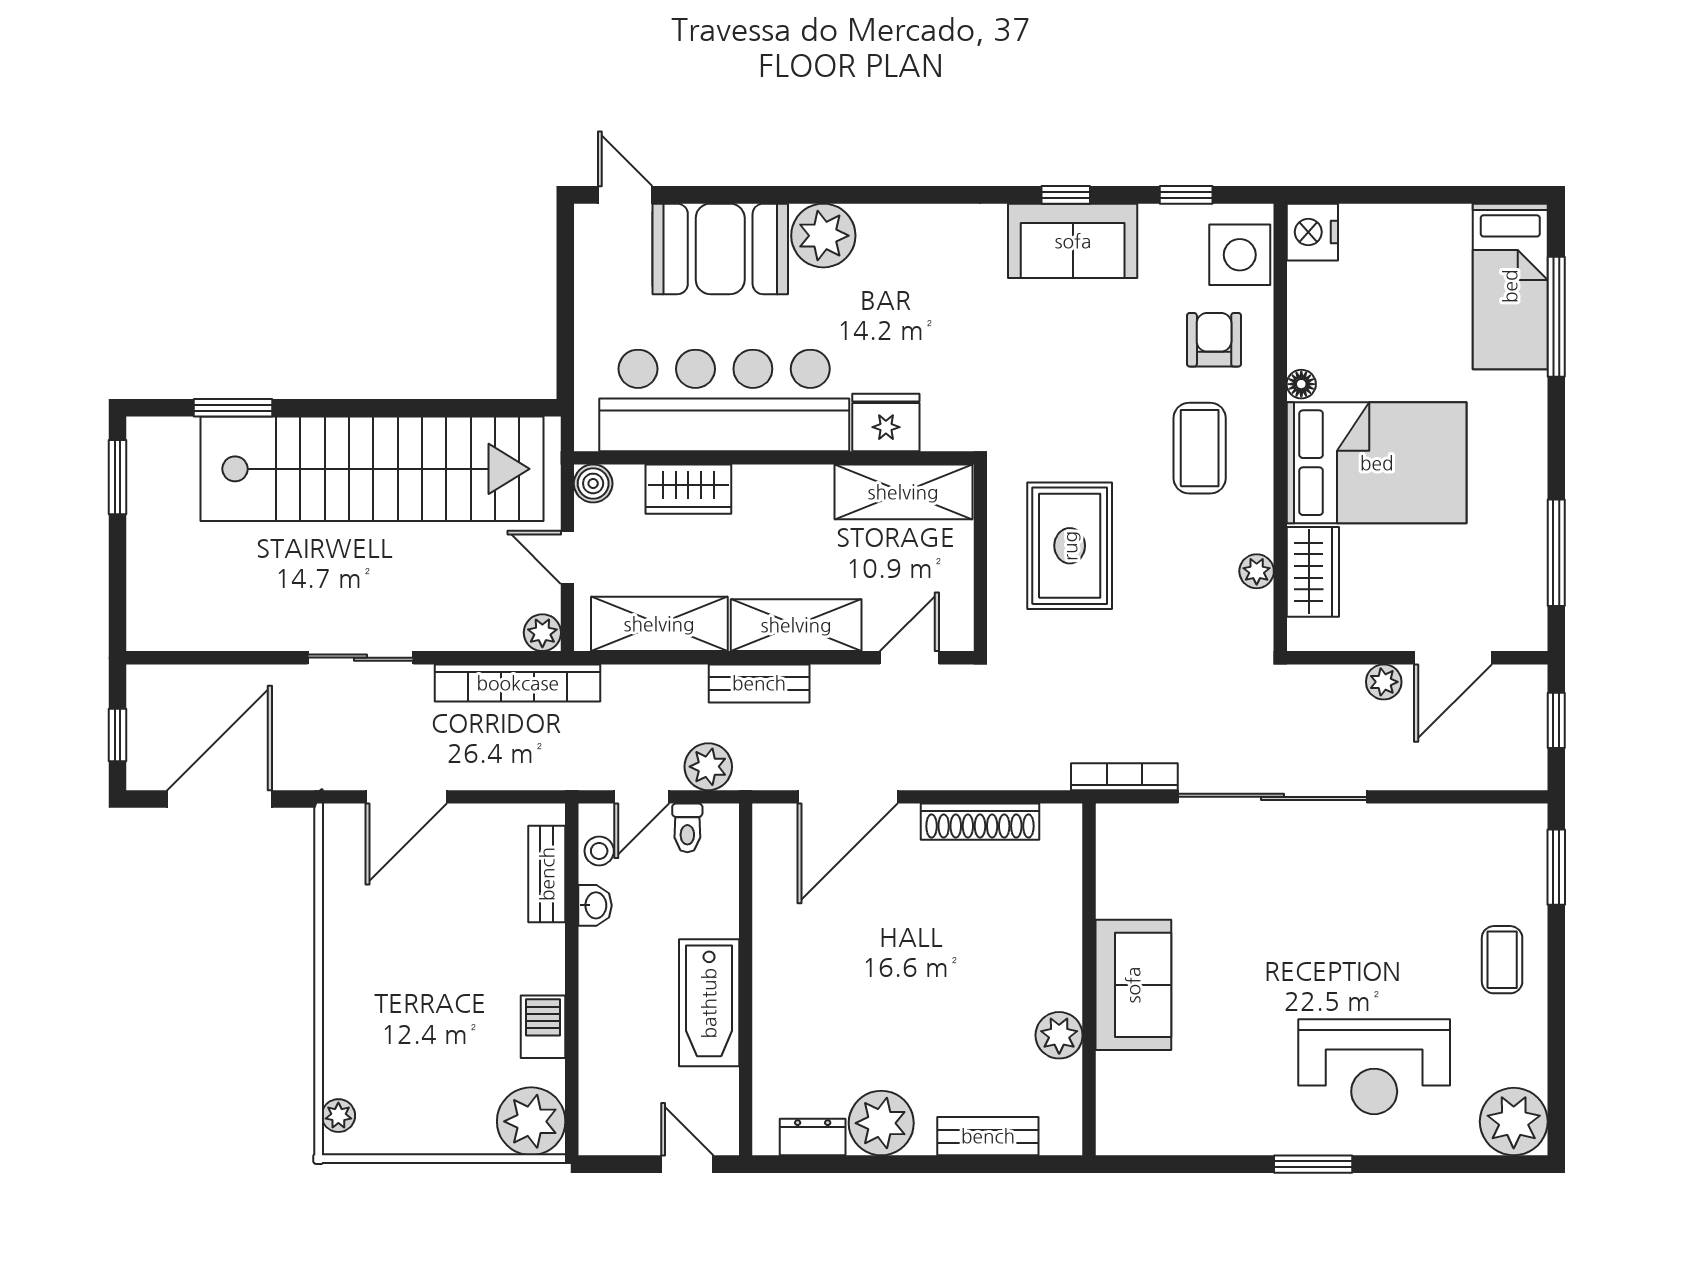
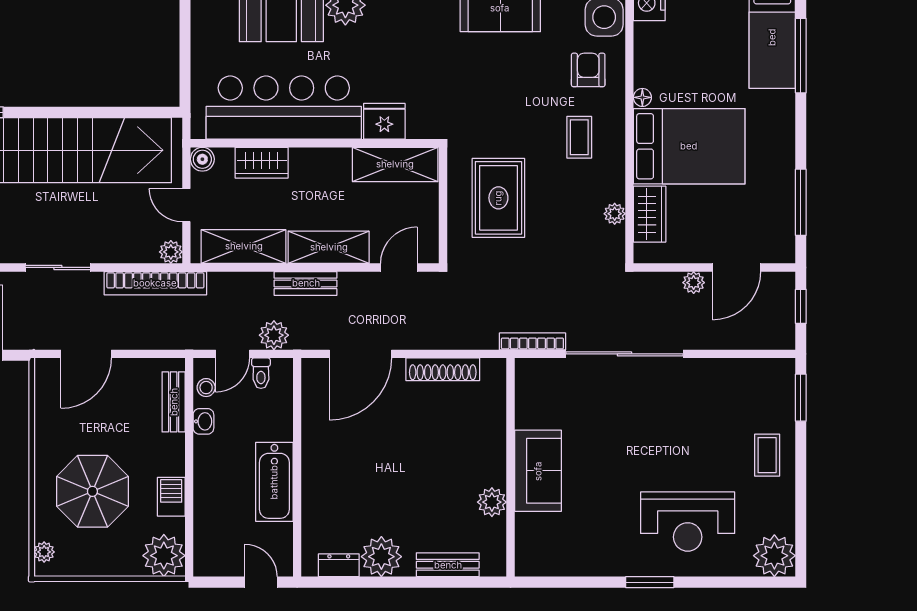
coffee table: (1200, 448) -> (579, 137), width x0.73, depth x0.77
parasol: (416, 1018) -> (92, 491), added

